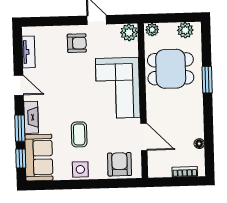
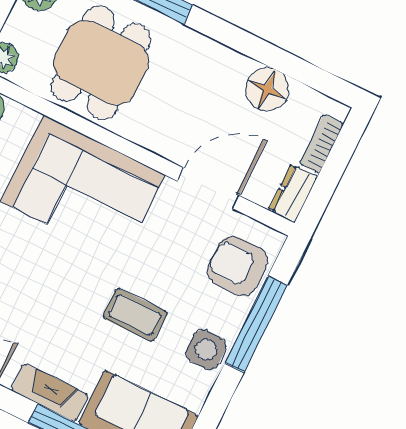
floor lamp: (199, 144) -> (267, 89), width x1.89, depth x1.89
dresser: (159, 171) -> (293, 193), added
window: (101, 184) -> (256, 324), added

